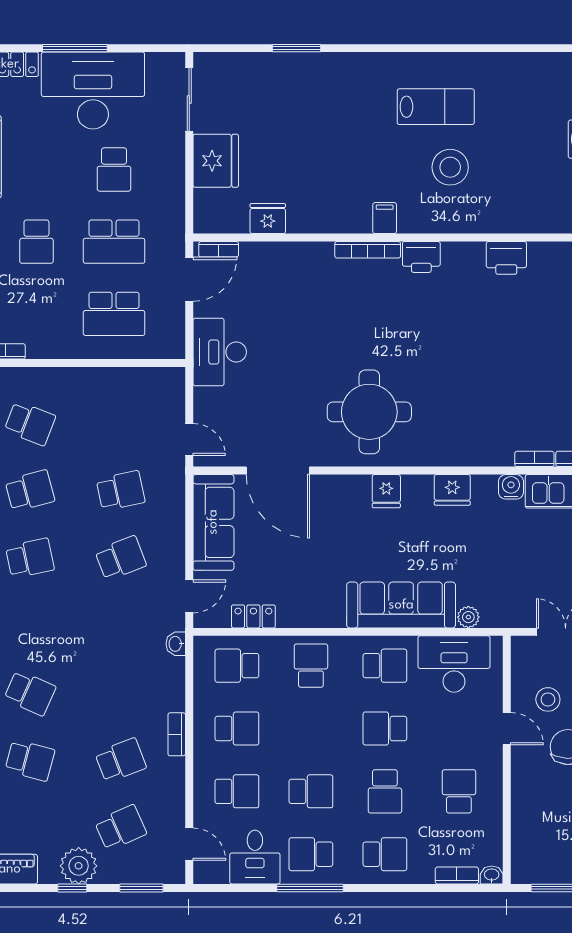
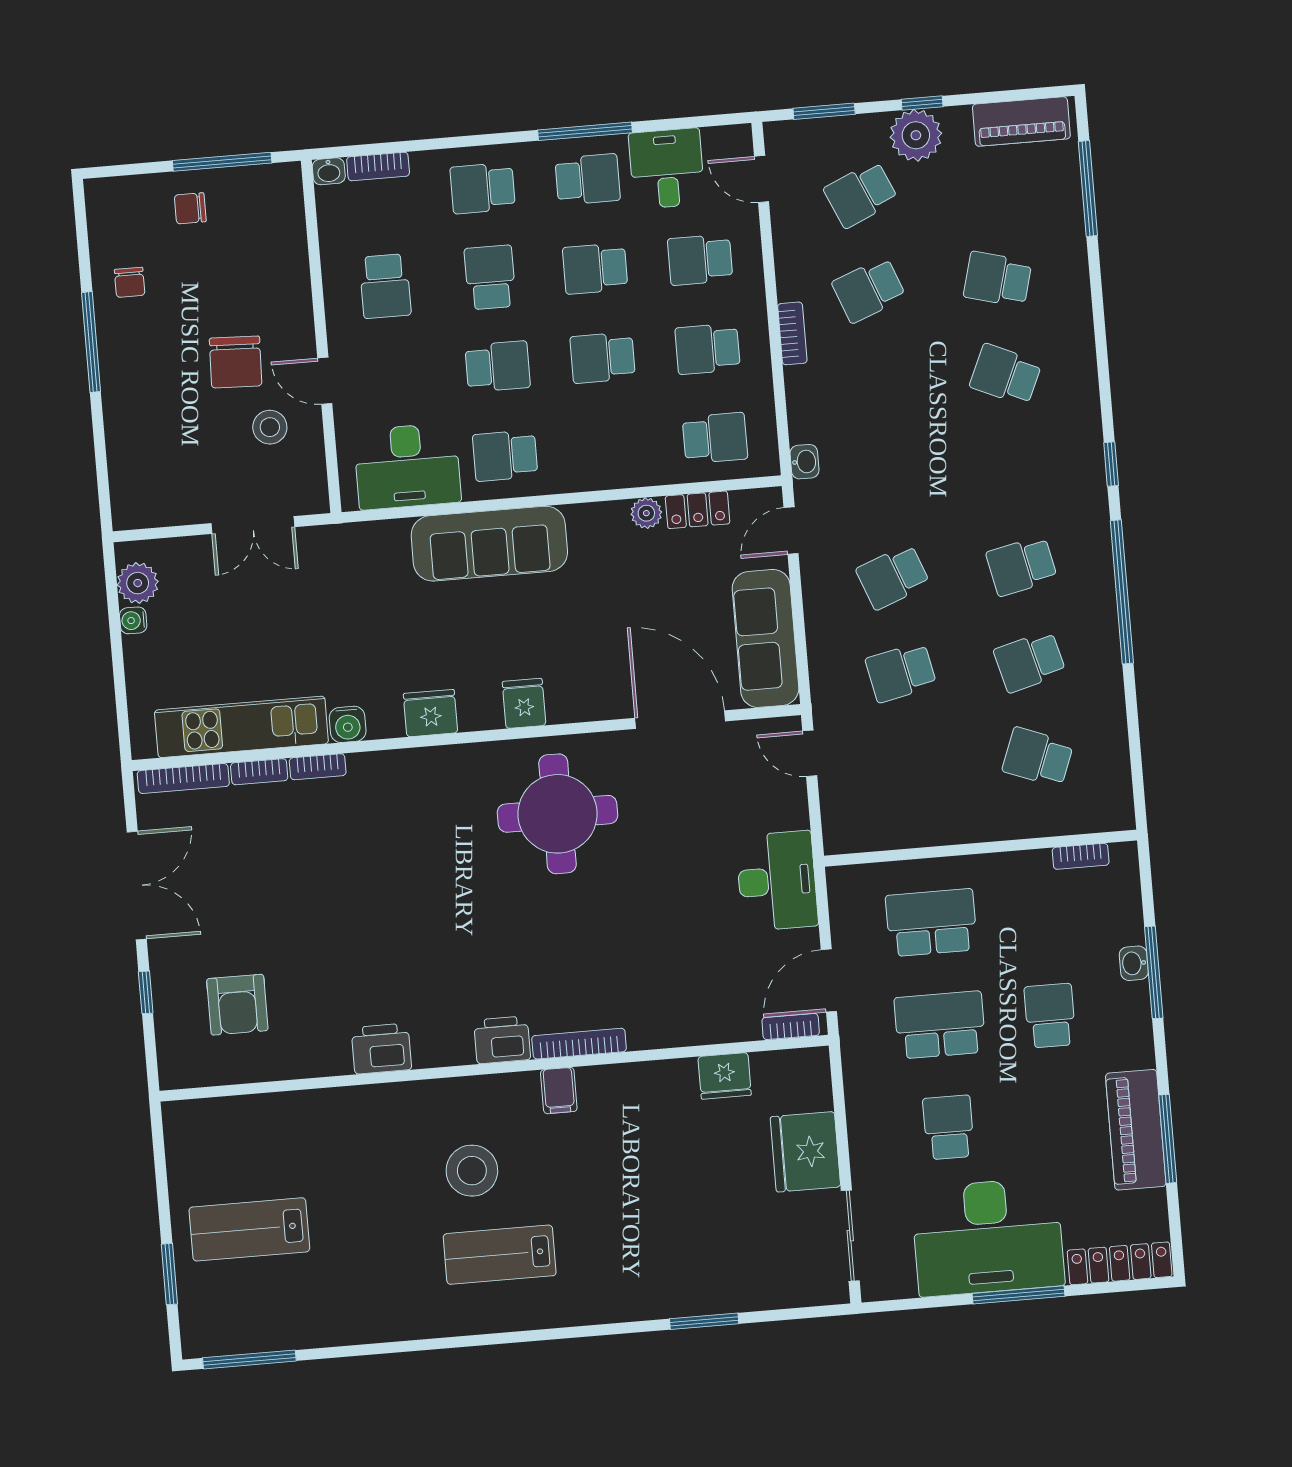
plant: (468, 617) -> (646, 513), moved
school desk: (311, 666) -> (603, 358), moved, turned 90

